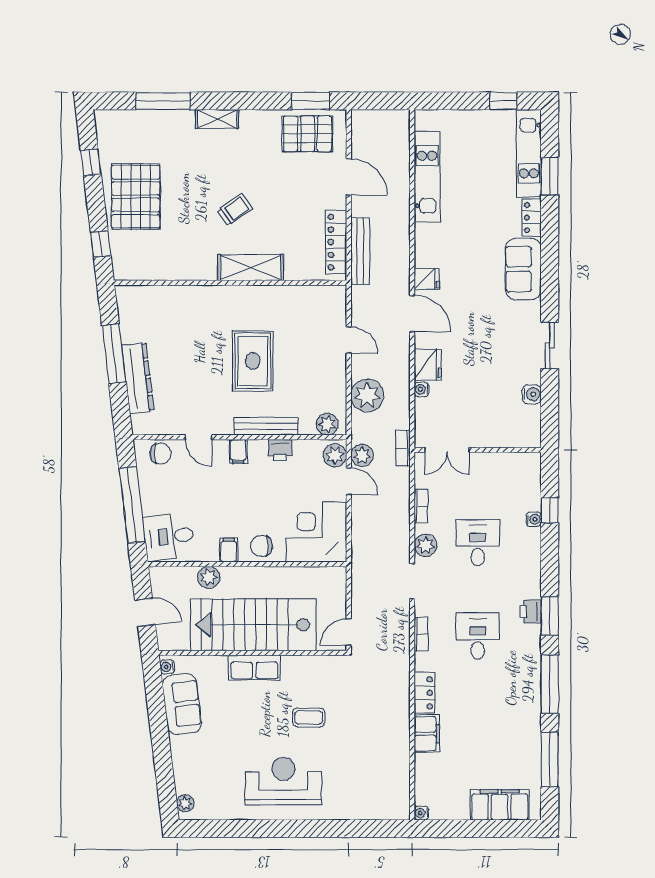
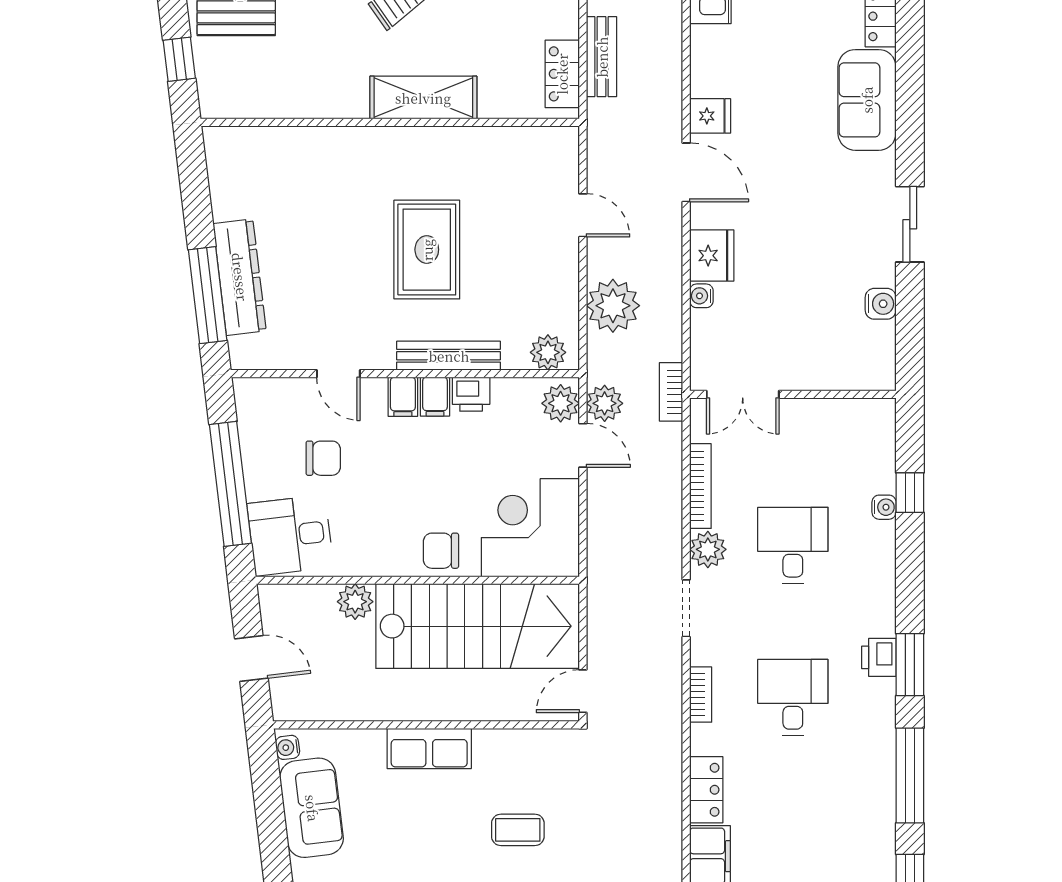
locker: (336, 242) -> (562, 74), width x0.66
bench: (360, 251) -> (602, 57), width x0.73
window: (114, 354) -> (208, 295), moved
chair: (160, 454) -> (323, 458), moved
bookcase: (421, 506) -> (700, 486), width x1.56
filing cabinet: (229, 550) -> (435, 397), moved, turned 180
stairs: (253, 625) -> (478, 626), moved, turned 180

